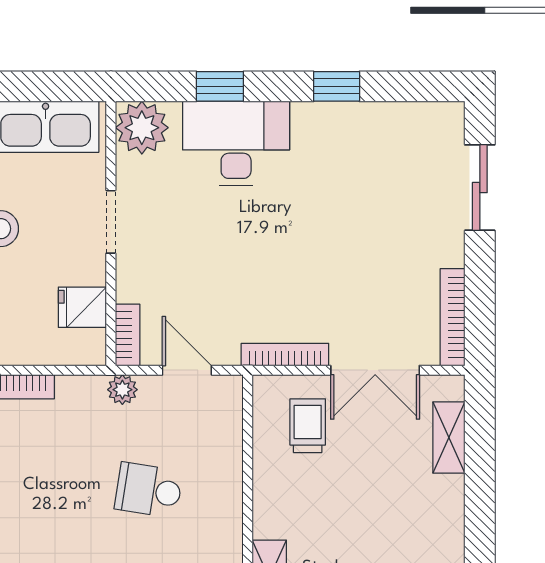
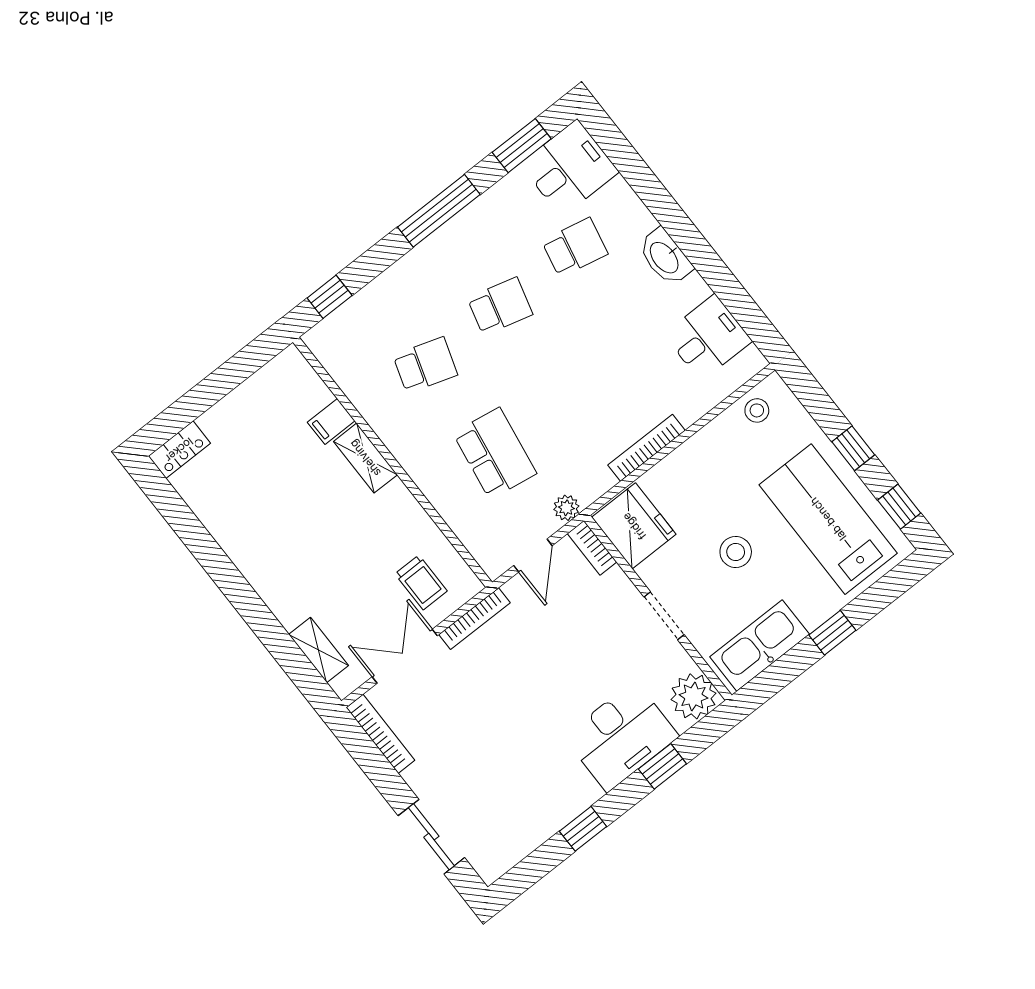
fridge: (82, 307) -> (634, 526), width x1.88, depth x1.34
door: (187, 370) -> (533, 556), hinge flipped
school desk: (149, 490) -> (495, 453), width x1.85

